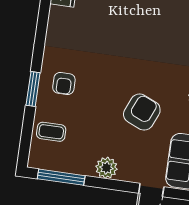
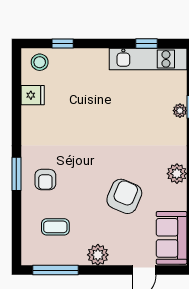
window: (33, 89) -> (16, 174), moved
coffee table: (51, 132) -> (55, 227), moved

